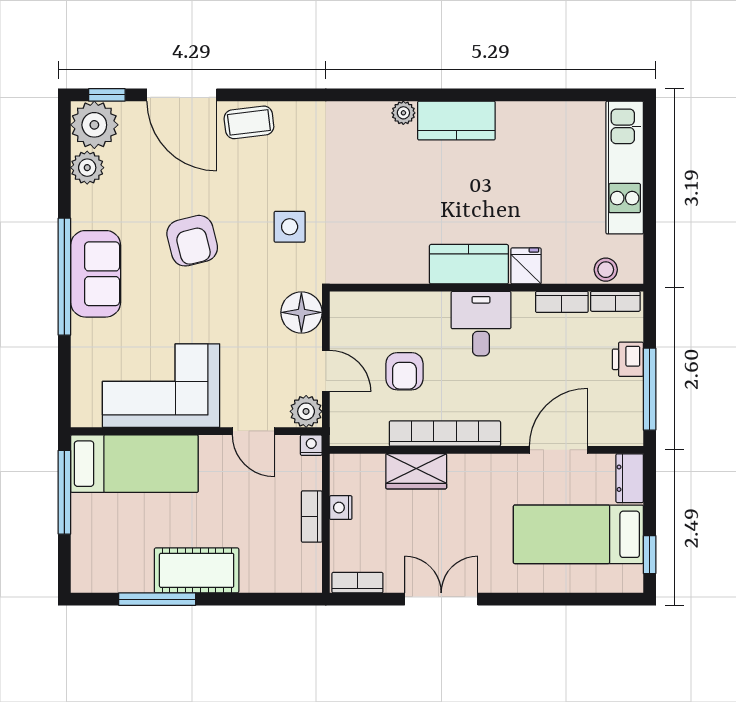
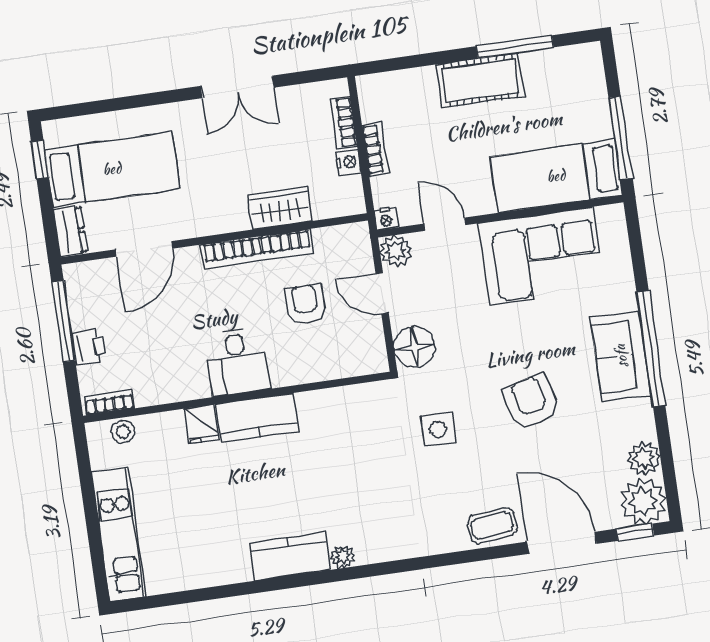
bookcase: (562, 302) -> (161, 394), removed
bookcase: (357, 583) -> (344, 123), moved, turned 90

